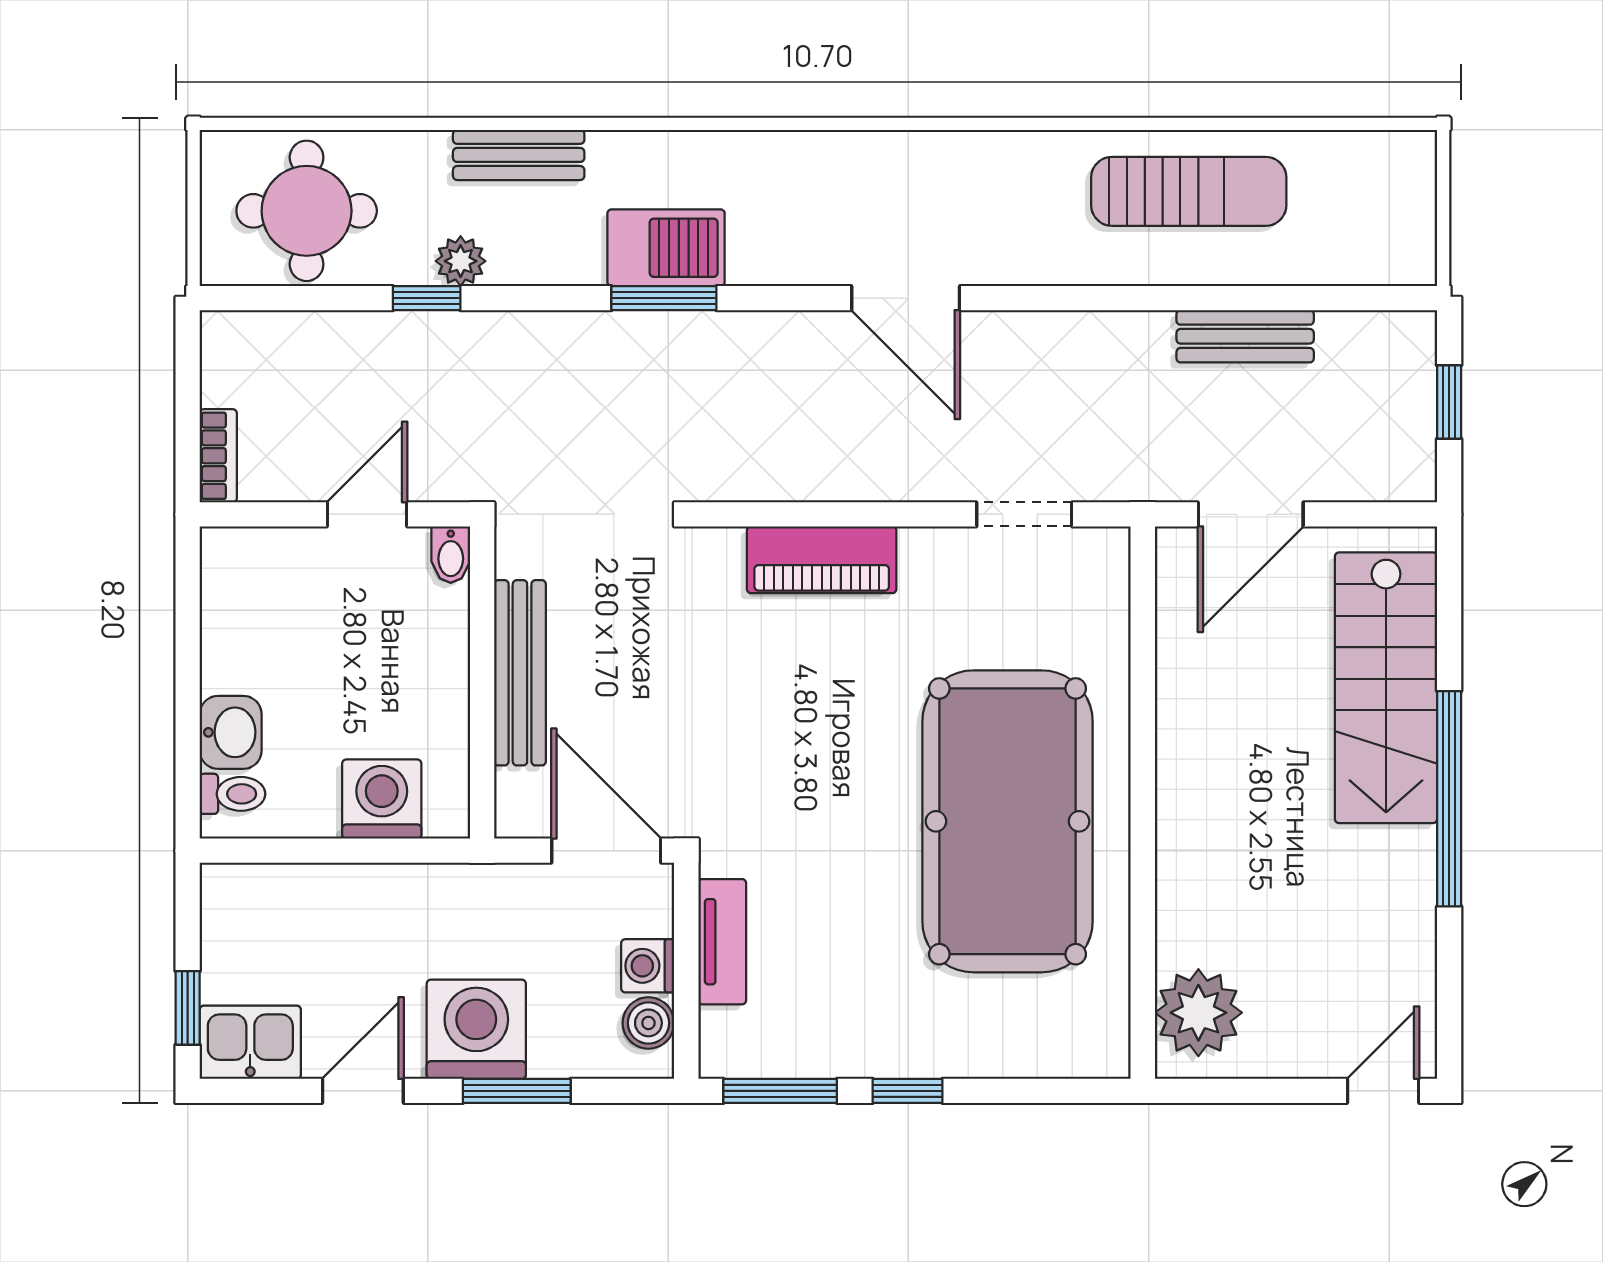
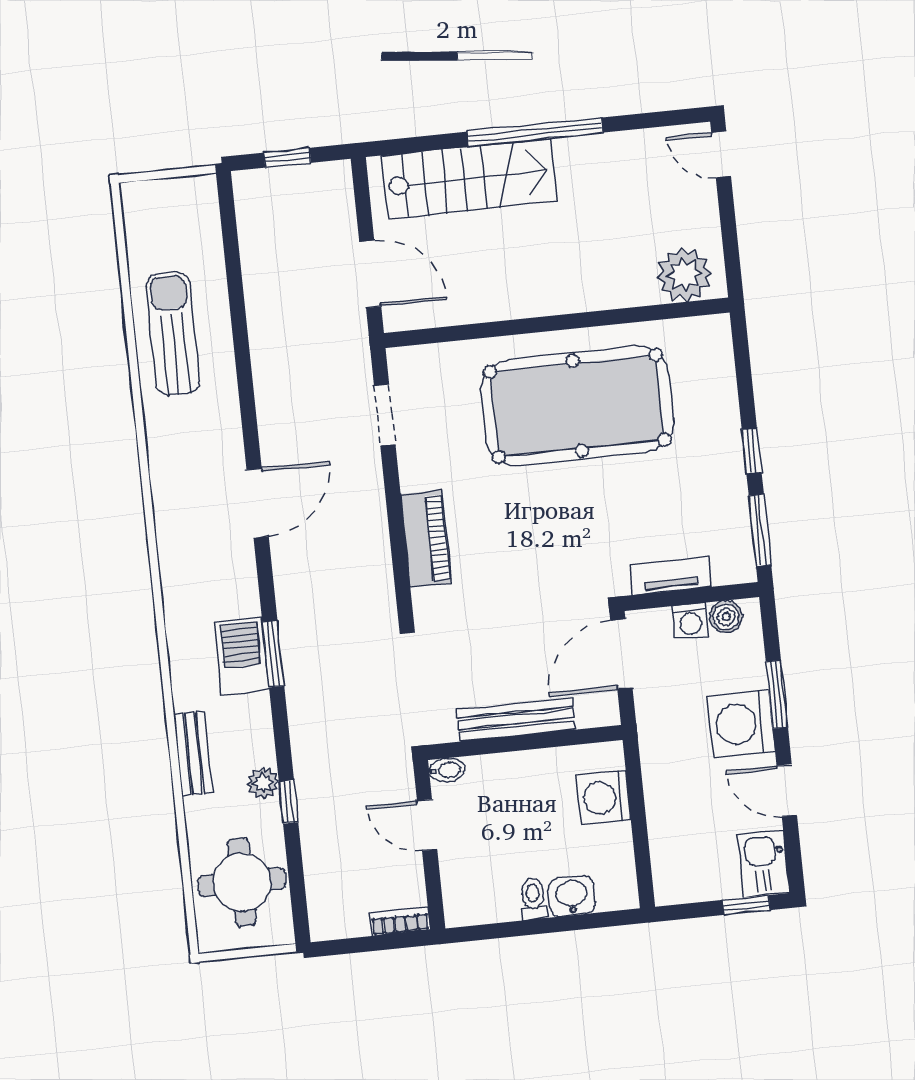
bench: (1245, 336) -> (260, 289), removed
toilet: (232, 794) -> (533, 899), moved

